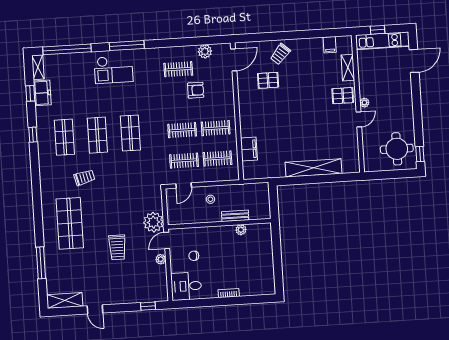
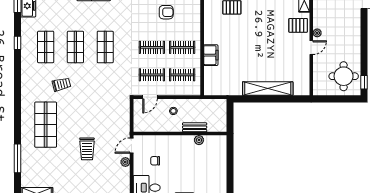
filing cabinet: (249, 149) -> (211, 55), moved
plant: (153, 222) -> (121, 128), removed

